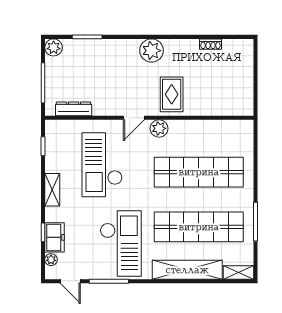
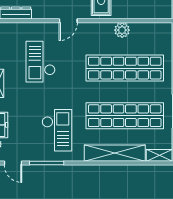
plant: (159, 128) -> (122, 30), moved
checkout: (102, 165) -> (41, 62), width x0.73, depth x0.83
checkout: (121, 244) -> (57, 130), width x0.73, depth x0.83

